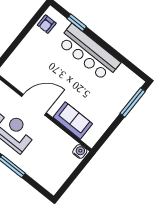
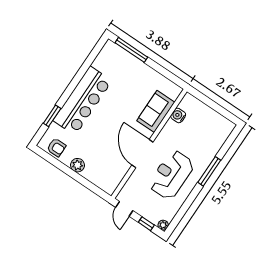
plant: (28, 43) -> (77, 165), added
water cooler: (80, 151) -> (178, 115), moved

